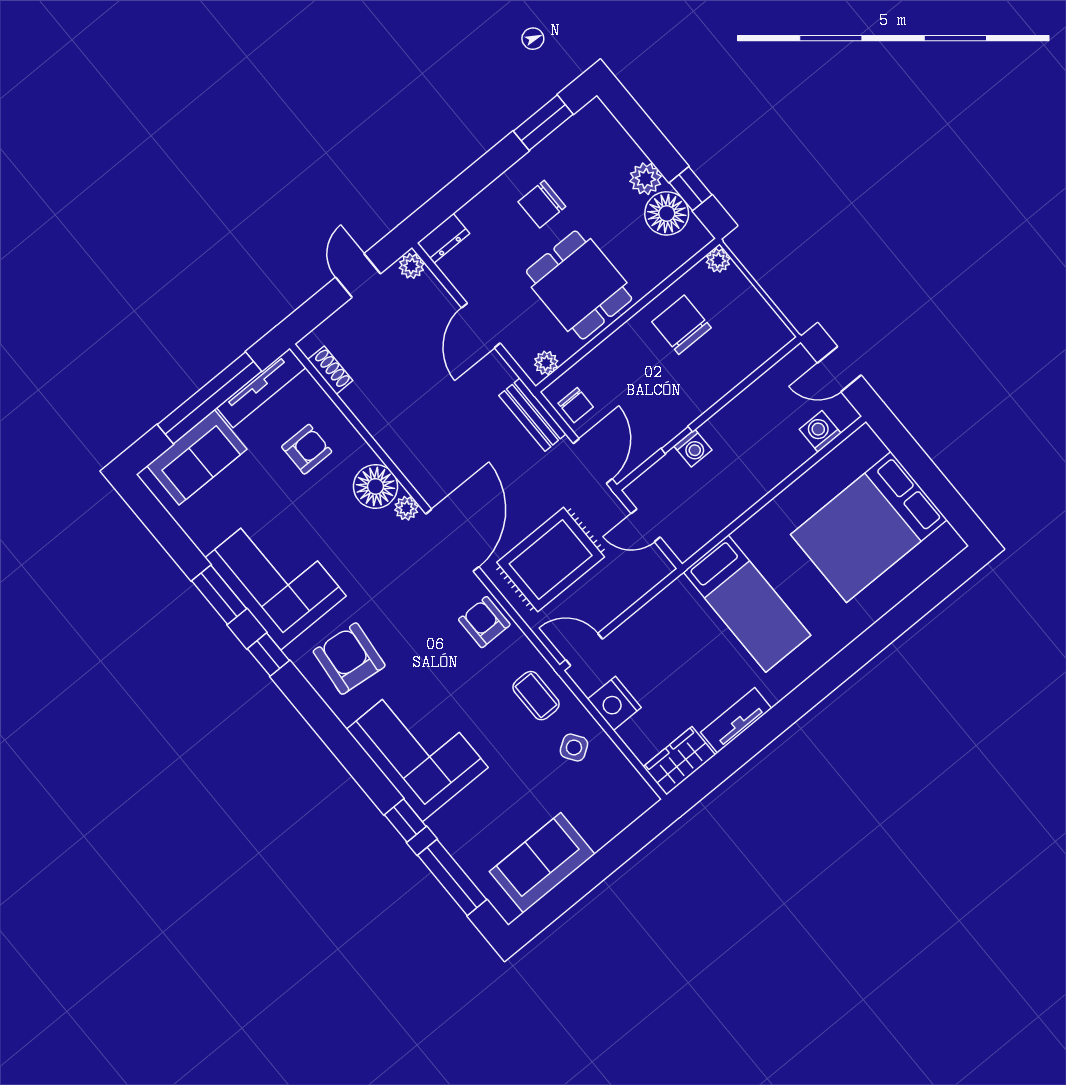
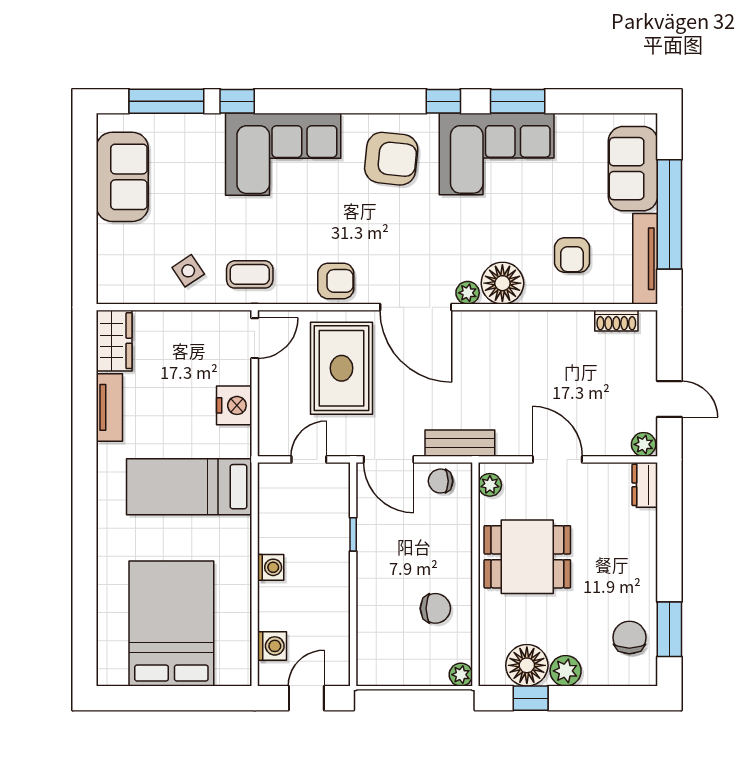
chair: (542, 204) -> (629, 638), moved
chair: (682, 325) -> (435, 608), width x0.73, depth x0.73
washing machine: (693, 448) -> (271, 567), moved, turned 180
nightstand: (614, 703) -> (234, 405), moved, turned 90

